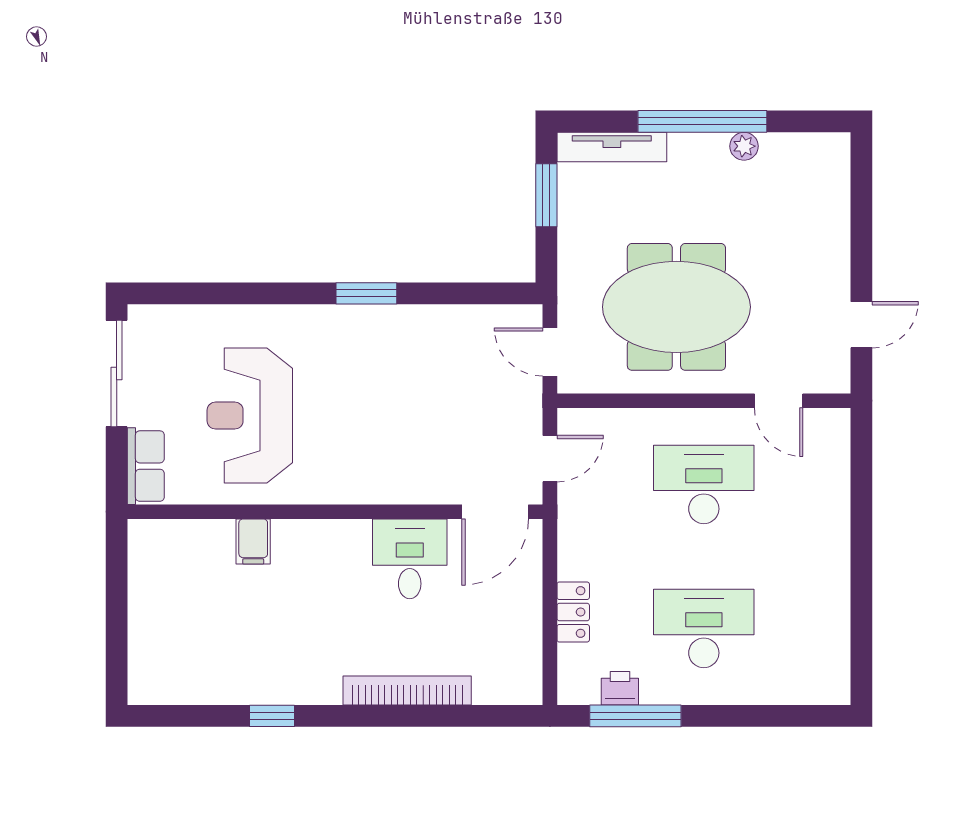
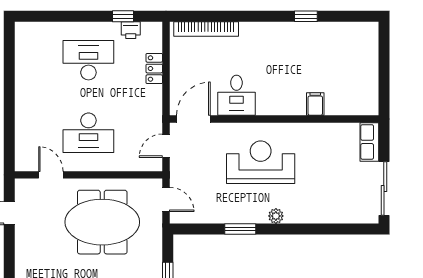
window: (366, 293) -> (240, 229), moved
plant: (332, 319) -> (276, 216), added
reception desk: (250, 416) -> (261, 162), moved, turned -90
desk: (704, 628) -> (88, 60), turned 180
bookcase: (407, 691) -> (206, 29), moved
window: (635, 716) -> (123, 16), width x0.46

